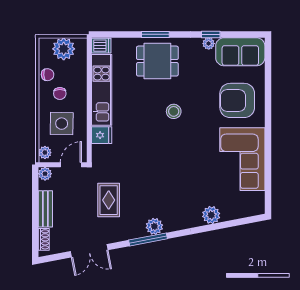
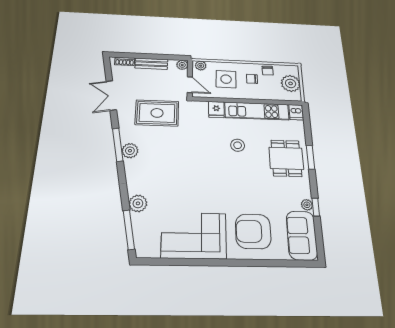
armchair: (237, 100) -> (253, 231), turned -90
stool: (174, 111) -> (238, 145), moved
rug: (109, 200) -> (157, 113), width x1.36, depth x1.43
window: (238, 222) -> (129, 230), added

